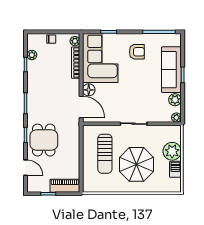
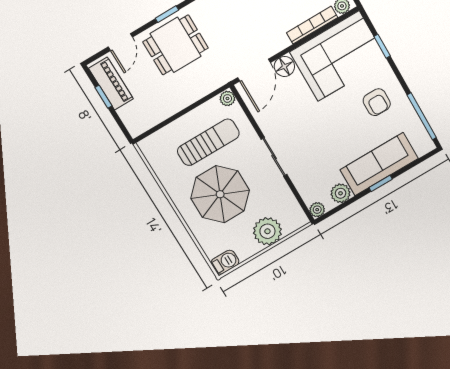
plant: (88, 130) -> (227, 98), added
sun lounger: (105, 154) -> (208, 142), turned 180
barbecue: (175, 169) -> (225, 262), moved
piano: (65, 186) -> (111, 84), moved

